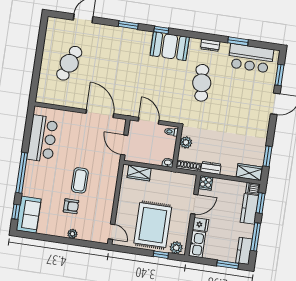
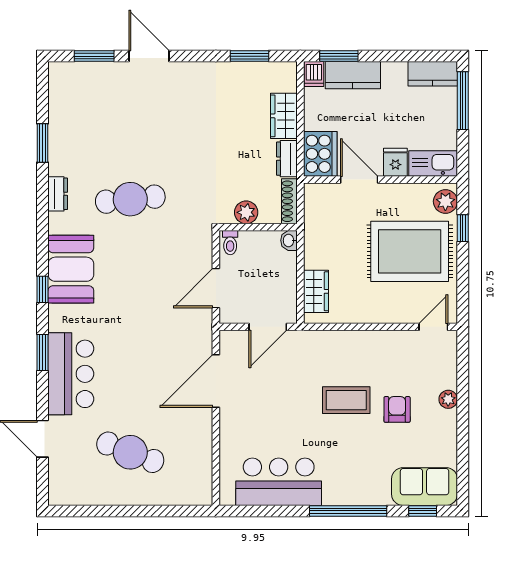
bar counter: (251, 58) -> (71, 374), moved
wardrobe: (249, 172) -> (284, 116), moved
cooker: (206, 183) -> (320, 154), width x1.87, depth x1.31
window: (256, 237) -> (403, 56), removed
window: (228, 265) -> (463, 101), width x1.44

